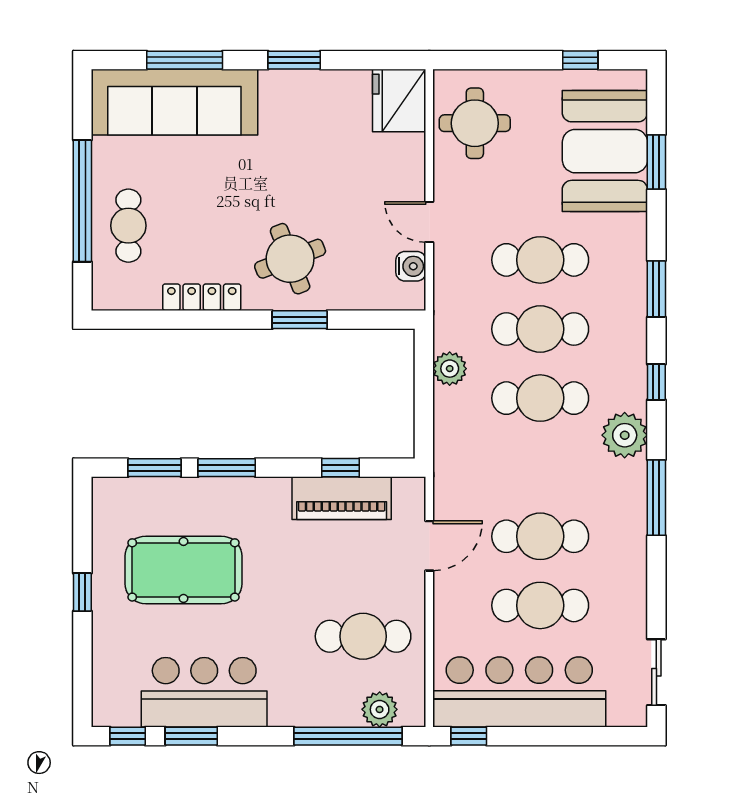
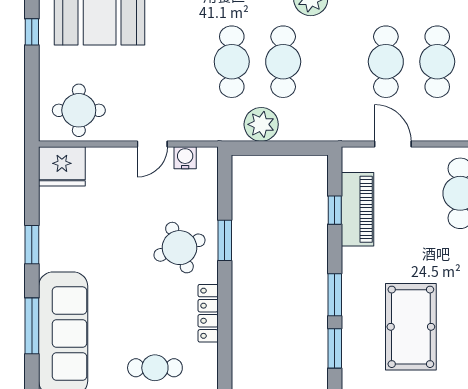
cafe table: (540, 260) -> (180, 62), removed
plant: (450, 369) -> (261, 124), width x1.36, depth x1.36

